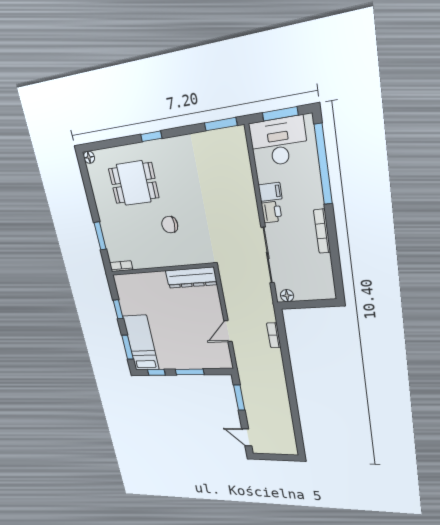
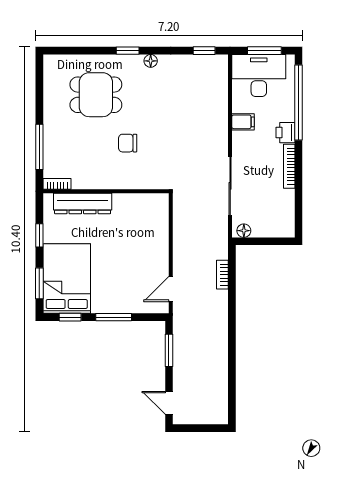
window: (221, 124) -> (204, 51), width x0.67
floor lamp: (89, 157) -> (151, 61), moved
printer: (271, 212) -> (285, 133), moved, turned 180
window: (100, 236) -> (39, 147), width x1.44
dresser: (191, 278) -> (83, 203), moved
door: (228, 331) -> (171, 289), moved
bed: (141, 343) -> (67, 279), width x1.50

